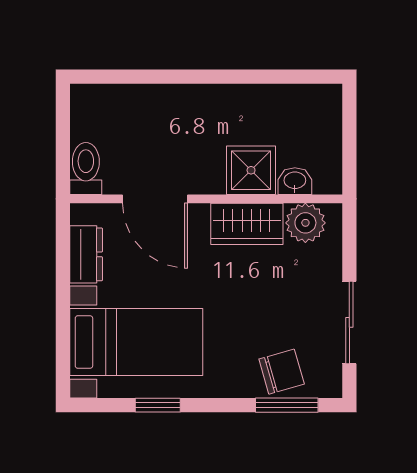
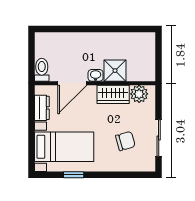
washbasin: (295, 181) -> (96, 75), moved
door: (155, 199) -> (72, 83), hinge flipped
chair: (282, 372) -> (125, 141), moved
window: (287, 405) -> (131, 175), removed

